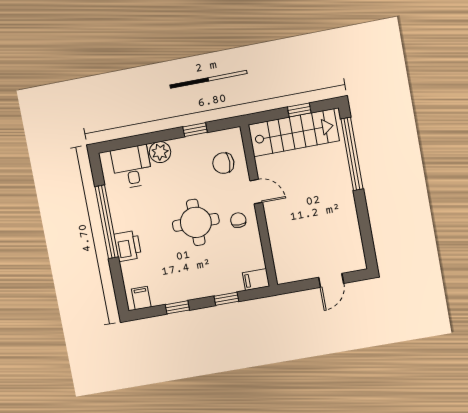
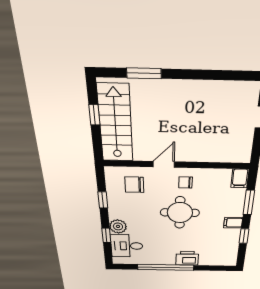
window: (143, 139) -> (106, 235), added
window: (352, 154) -> (144, 73), width x0.47
chair: (223, 163) -> (134, 185), turned 90
filing cabinet: (141, 298) -> (233, 223), moved
window: (226, 299) -> (249, 203), width x1.50

